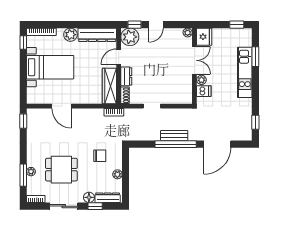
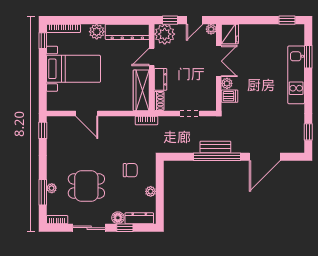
plant: (188, 33) -> (211, 29), moved
fridge: (204, 37) -> (230, 34), moved
double door: (194, 60) -> (219, 61), moved
wall: (194, 66) -> (219, 67), moved
plant: (201, 80) -> (227, 83), moved
dishwasher: (204, 91) -> (230, 96), moved

